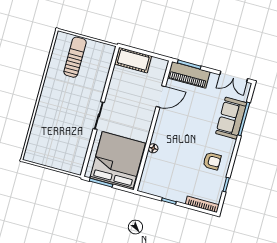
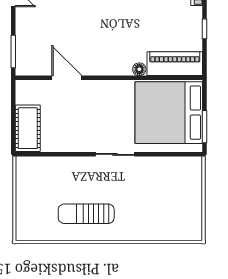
sun lounger: (75, 57) -> (86, 214), moved
piano: (189, 75) -> (175, 64), moved, turned -90

